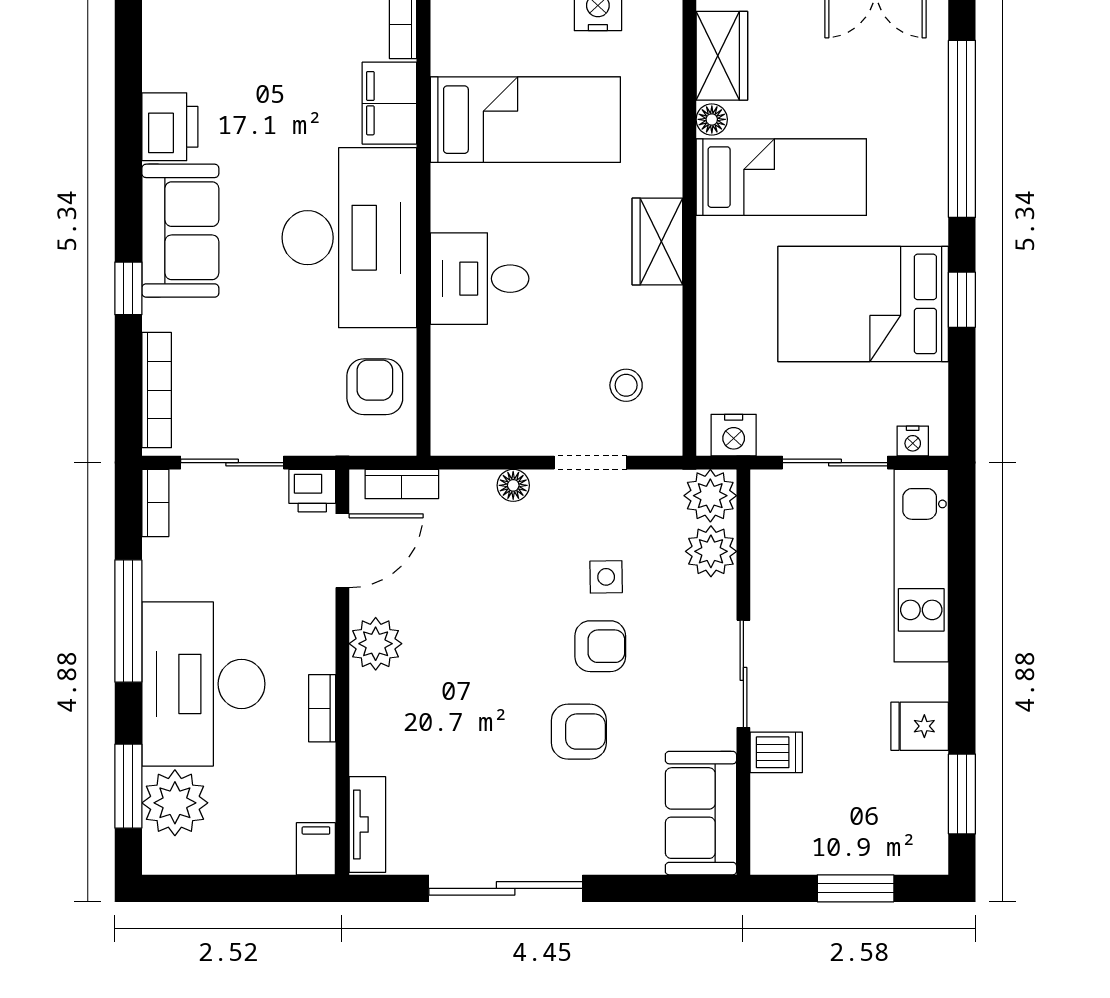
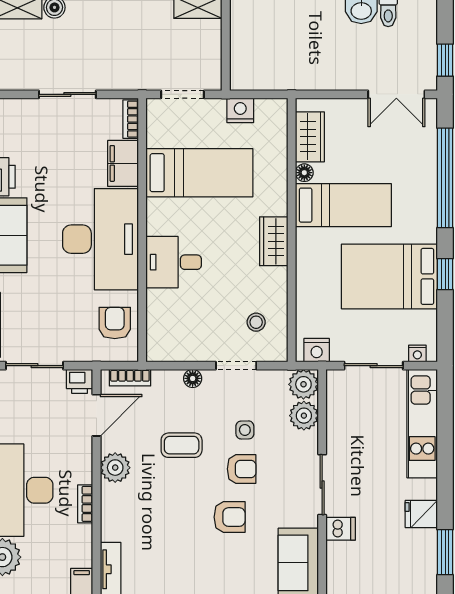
coffee table: (494, 604) -> (182, 445), added

